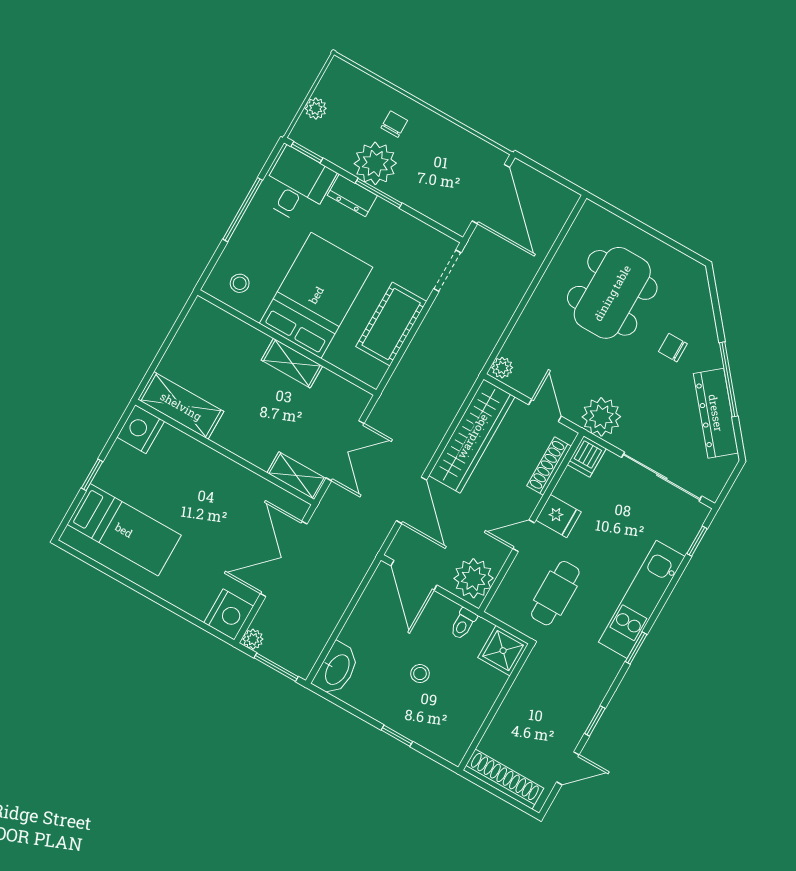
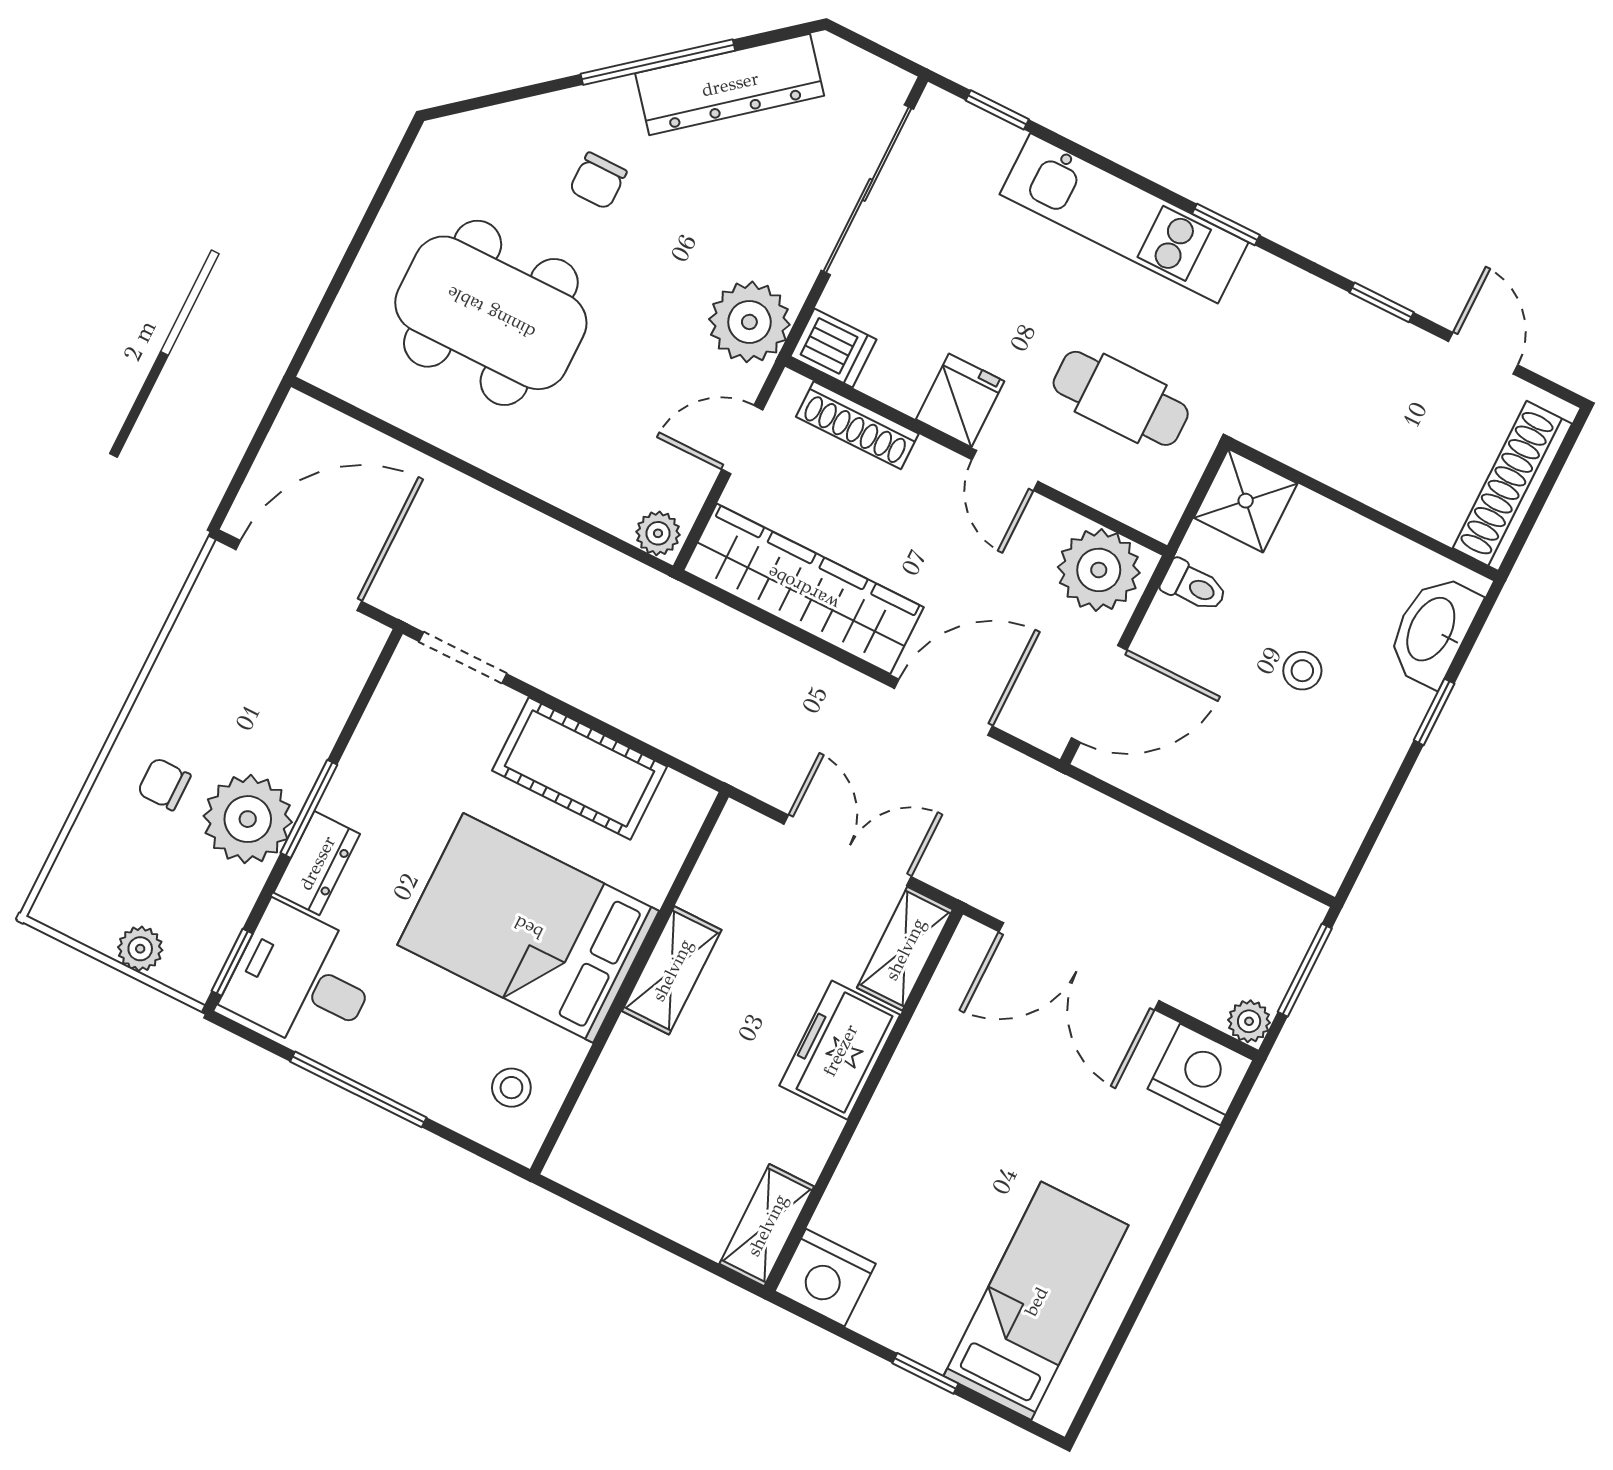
shelving: (181, 406) -> (767, 1225), width x0.67, depth x0.75
freezer: (249, 442) -> (840, 1050), added
washbasin: (337, 669) -> (1433, 630), moved, turned -90

